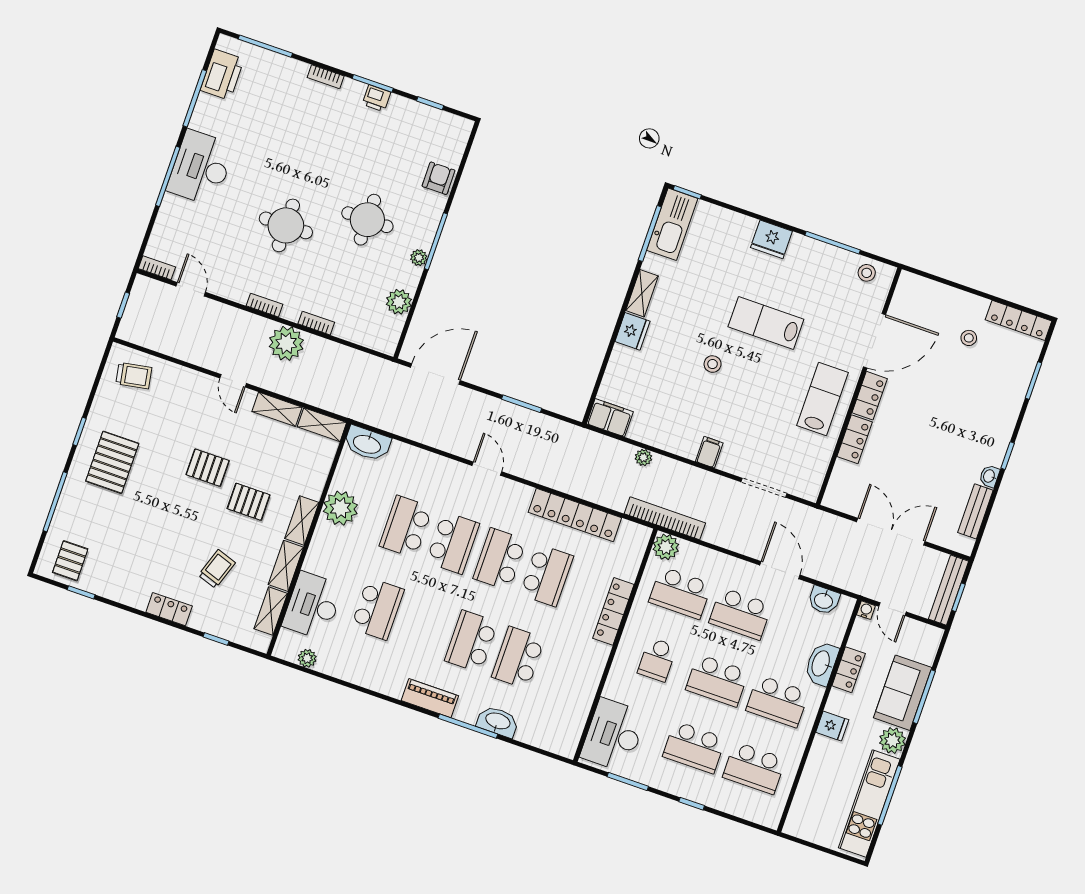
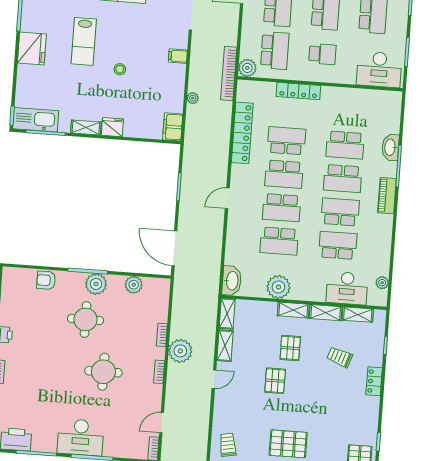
fridge: (771, 239) -> (32, 49), width x1.36, depth x1.34
plant: (419, 258) -> (96, 284), width x1.87, depth x1.87
school desk: (453, 543) -> (282, 208), turned 180
school desk: (424, 625) -> (340, 212), added

